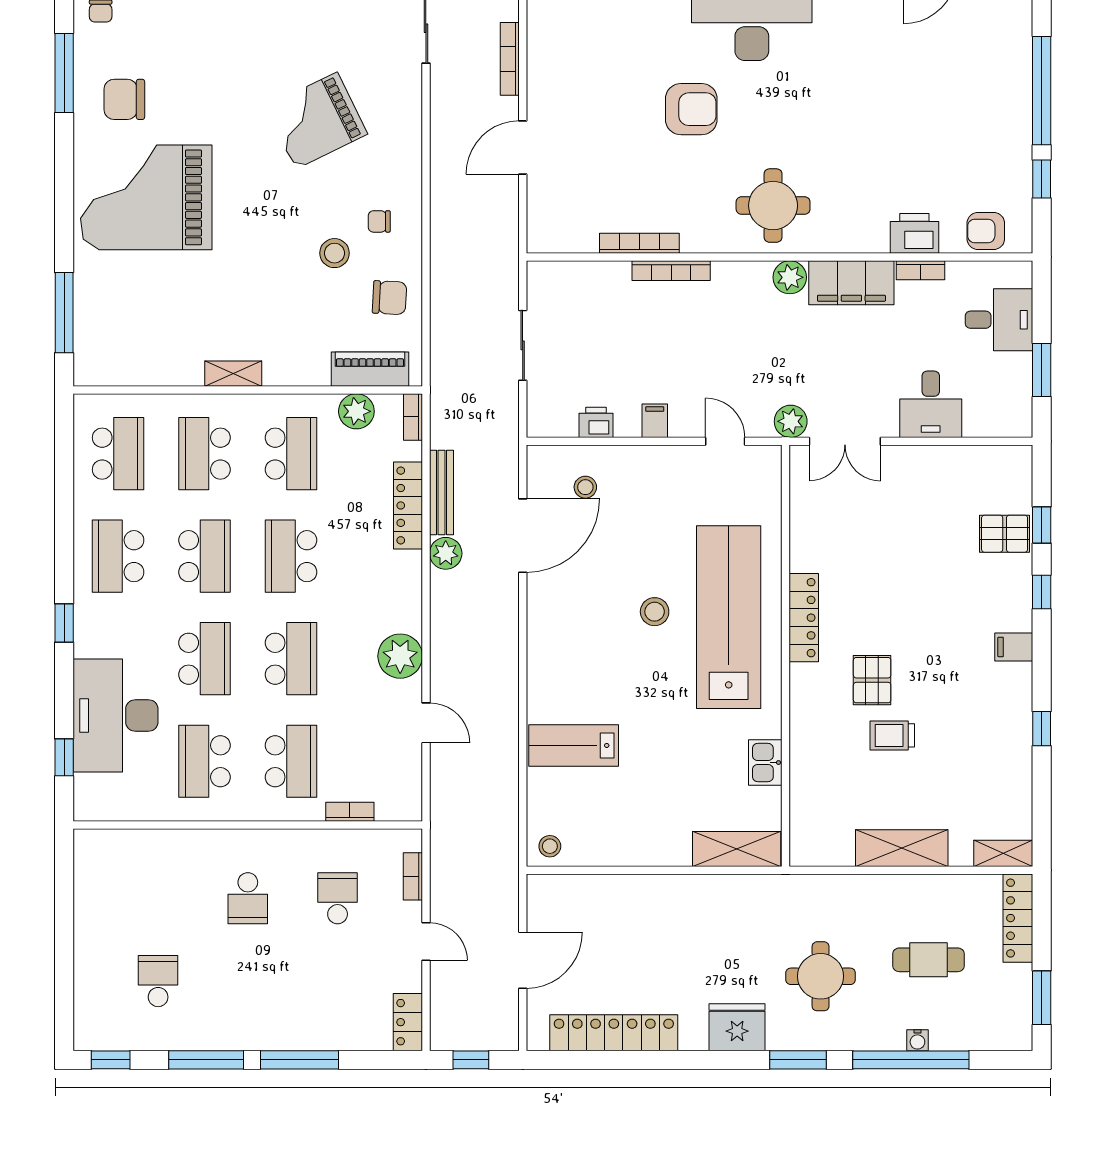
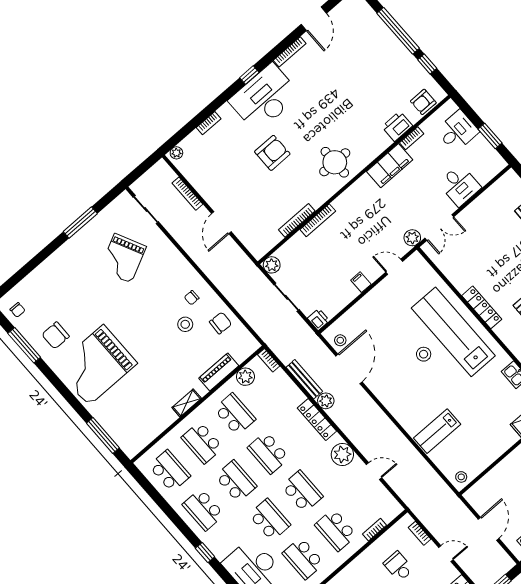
grand piano: (316, 121) -> (123, 258), moved
plant: (790, 277) -> (272, 265), moved
piano: (370, 369) -> (219, 372), moved
printer: (596, 422) -> (318, 319), moved, turned 90
stool: (585, 487) -> (340, 340), moved
locker: (408, 505) -> (317, 419), moved
school desk: (291, 761) -> (336, 530), turned 180

